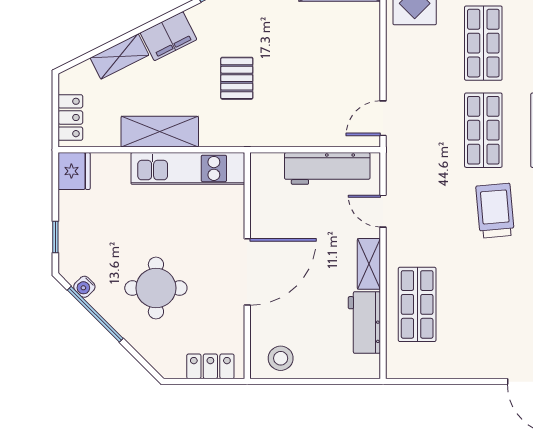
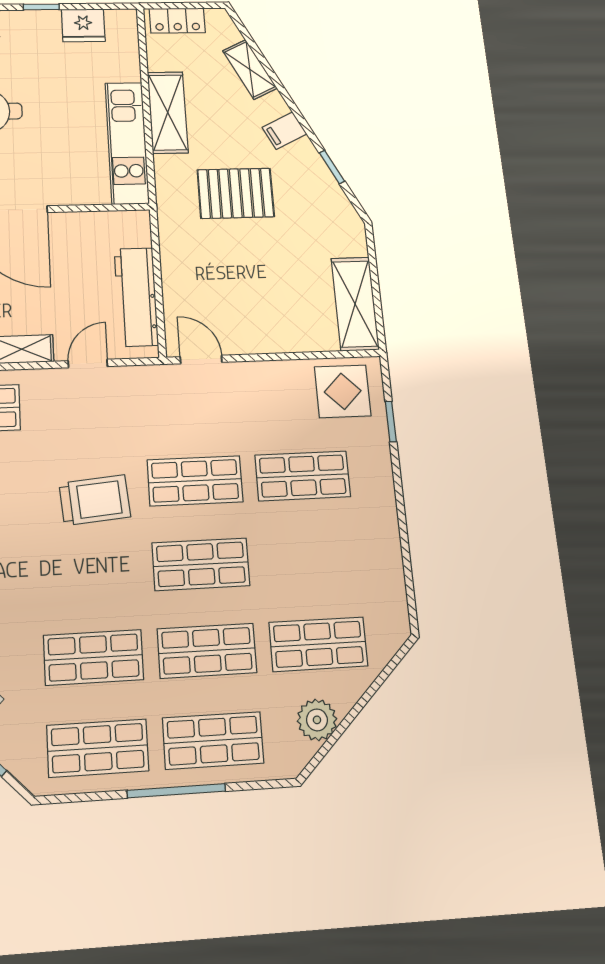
filing cabinet: (169, 36) -> (285, 131), width x0.50
pallet: (237, 78) -> (236, 193), width x1.50, depth x1.42
fridge: (74, 171) -> (83, 25), moved

